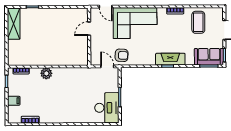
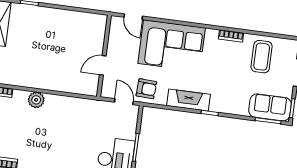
door: (89, 29) -> (103, 65), moved
fireplace: (170, 59) -> (189, 100), moved

